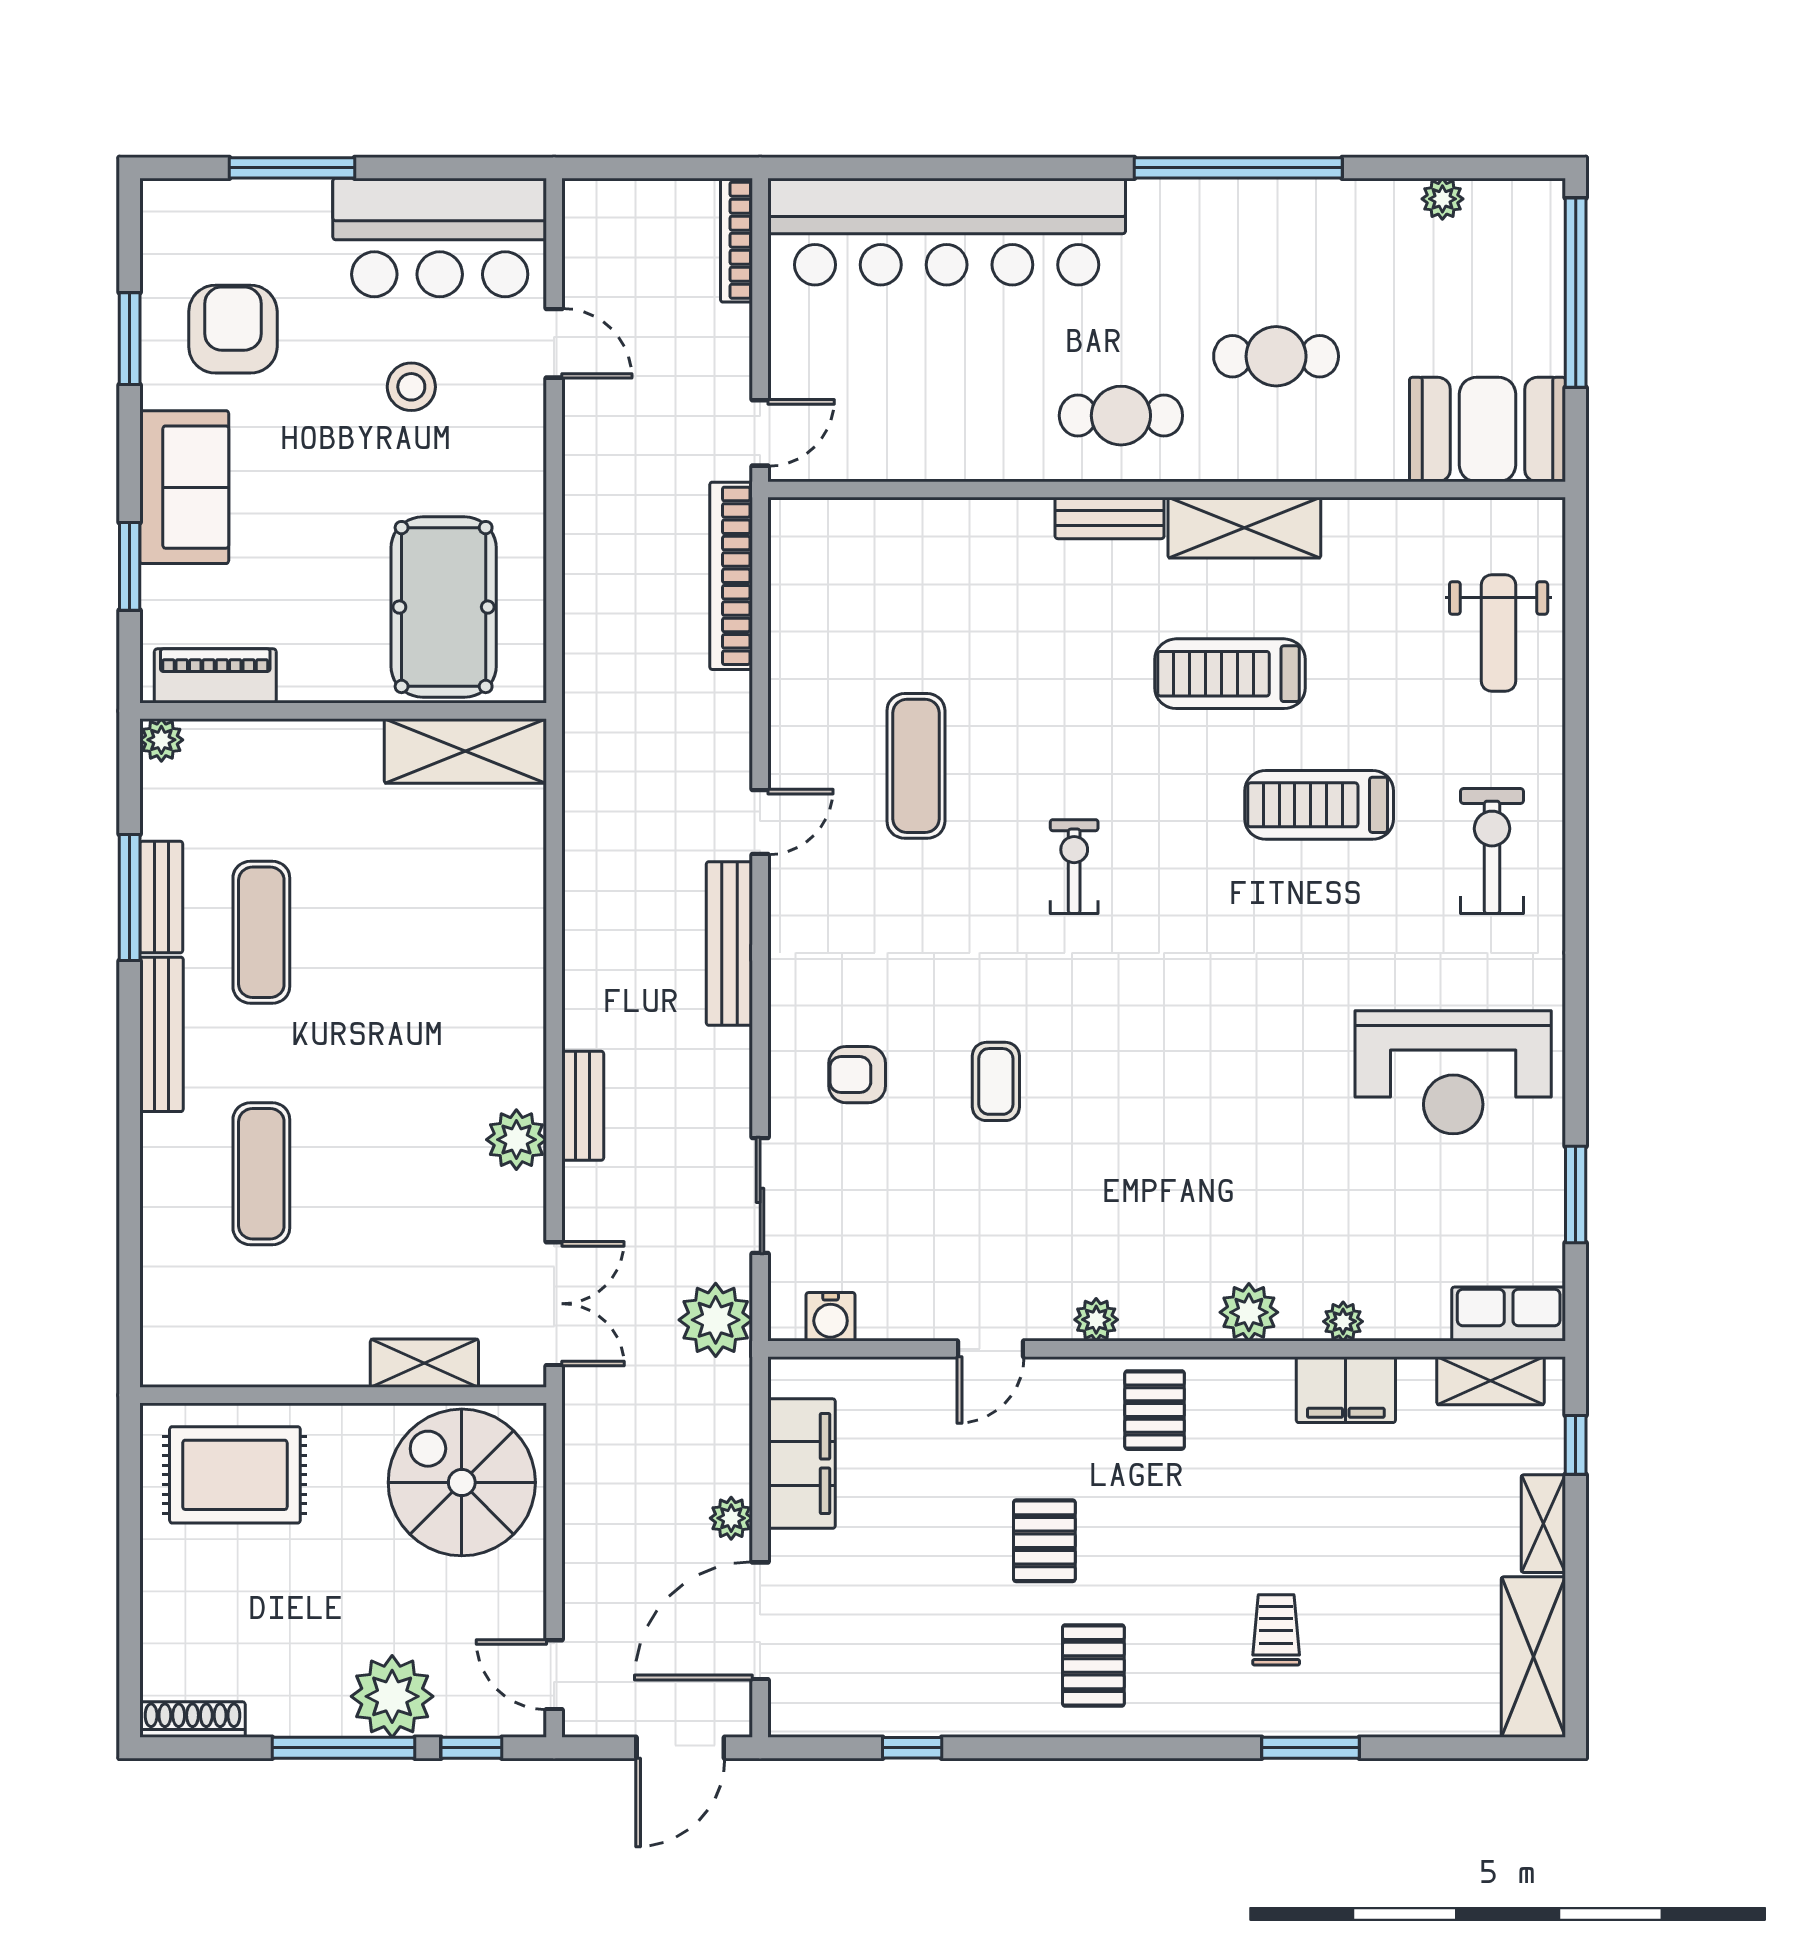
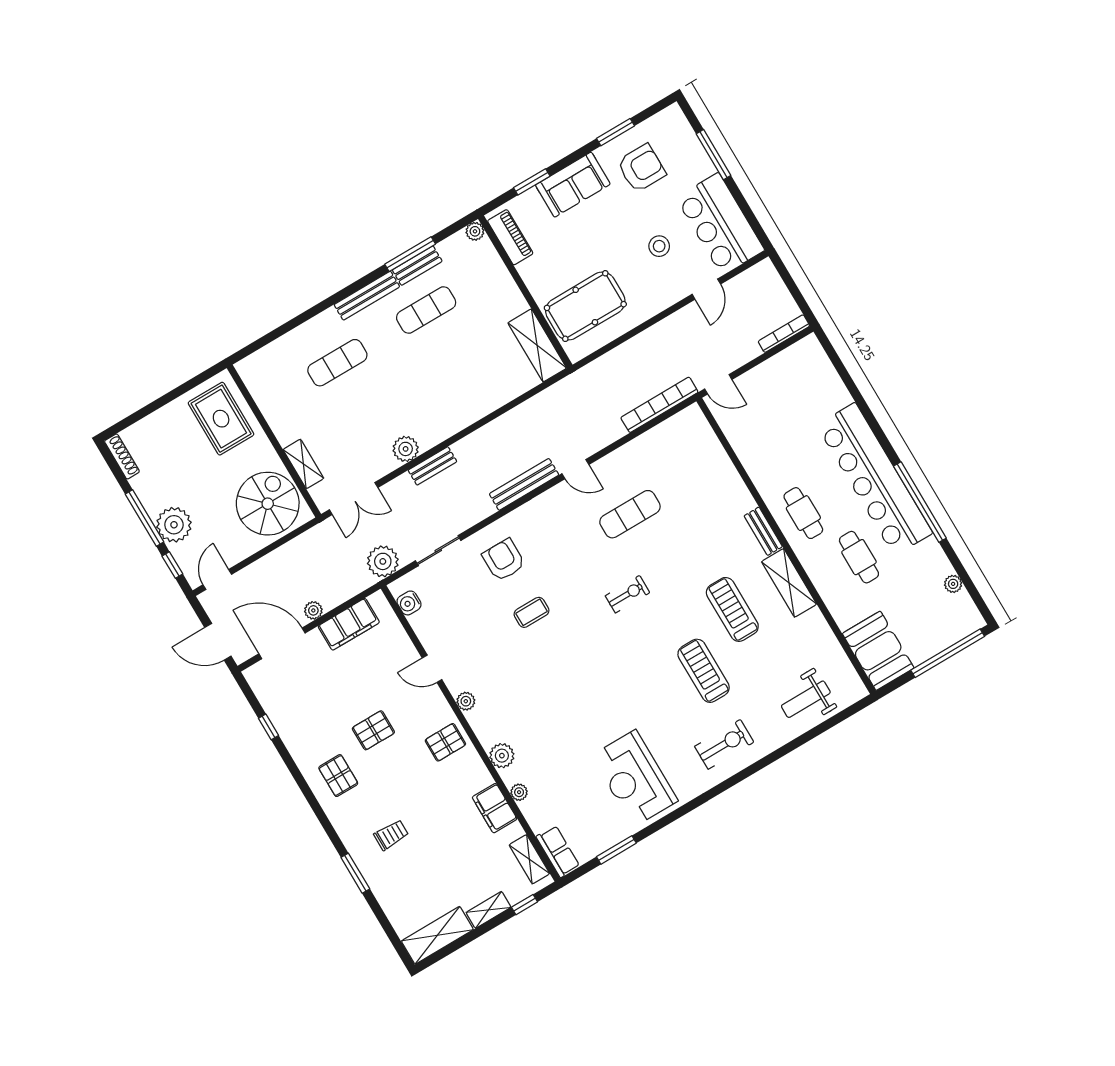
bar counter: (947, 232) -> (875, 479), moved
armchair: (857, 1075) -> (504, 560), width x1.38, depth x1.38
pallet: (1093, 1665) -> (338, 776), turned 90

